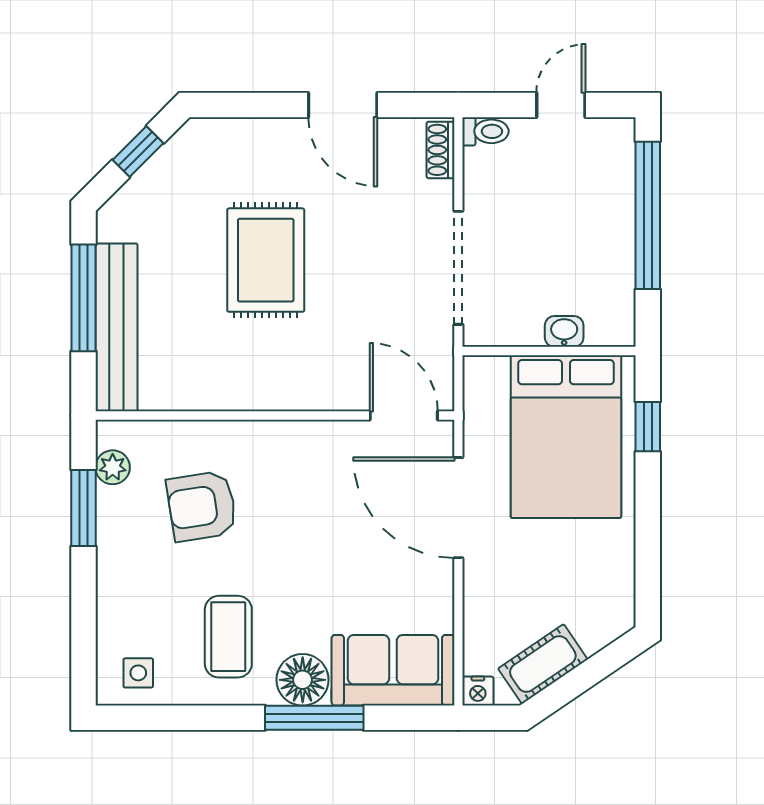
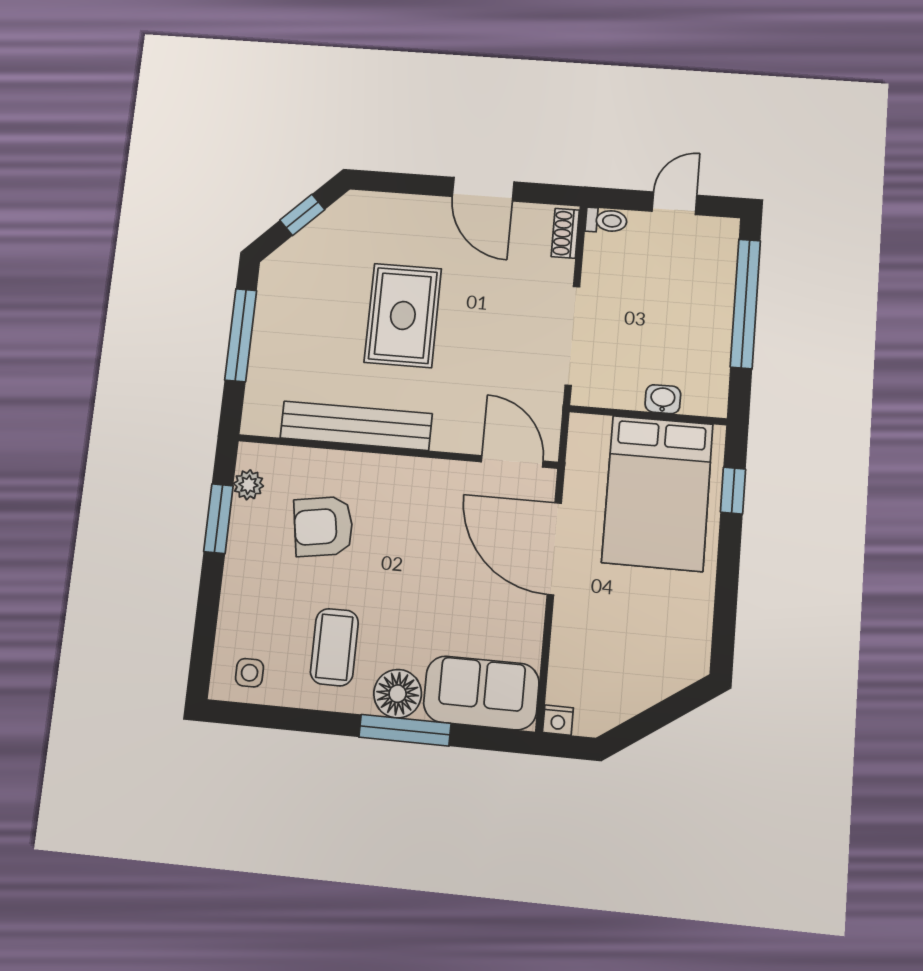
bench: (116, 327) -> (356, 426), moved, turned 90
cot: (543, 664) -> (620, 701), removed

